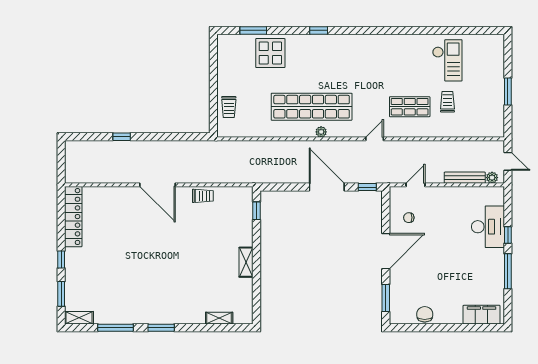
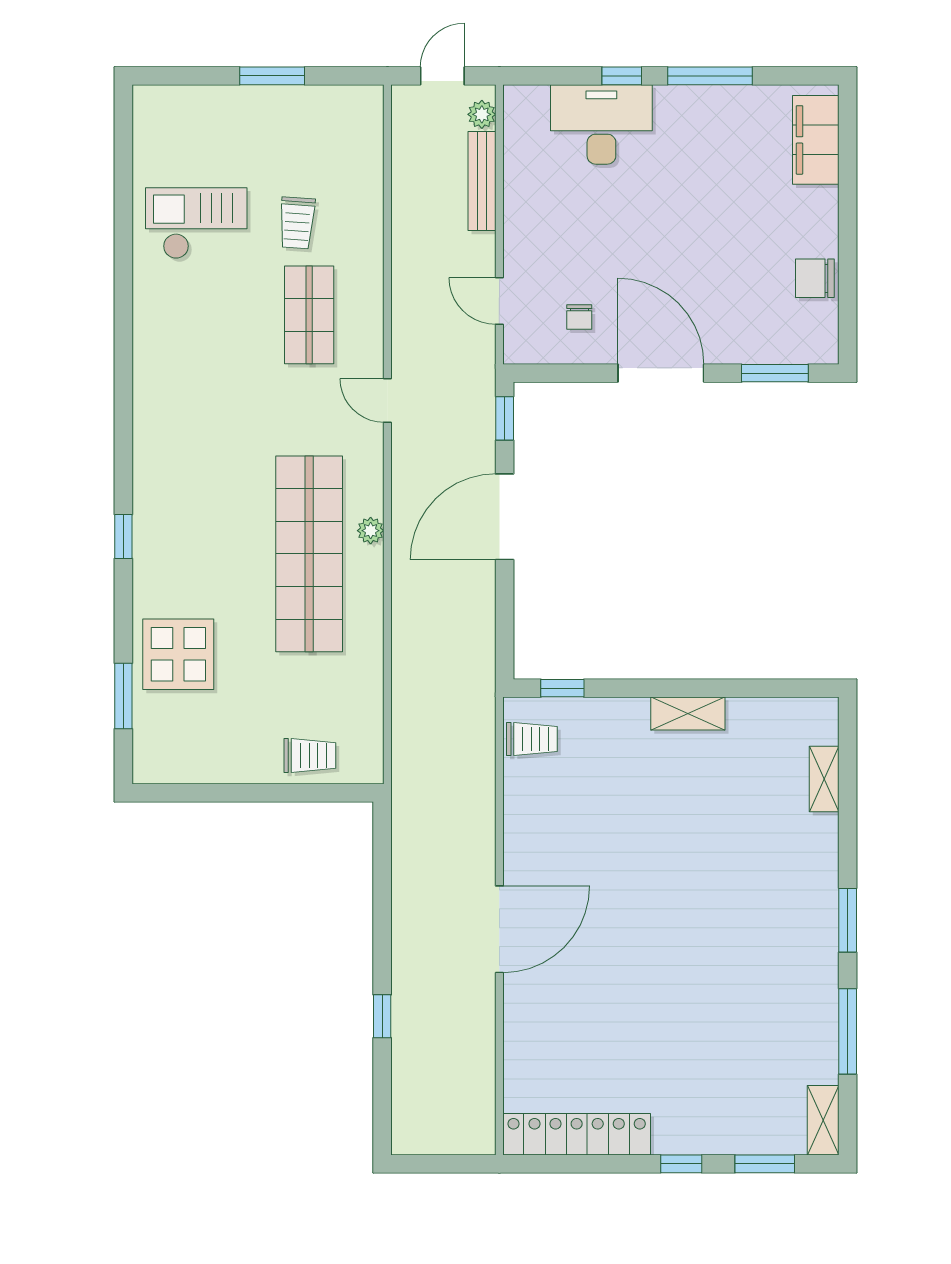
trolley: (447, 102) -> (297, 223), turned -86
trolley: (203, 196) -> (532, 739), moved, turned 90

